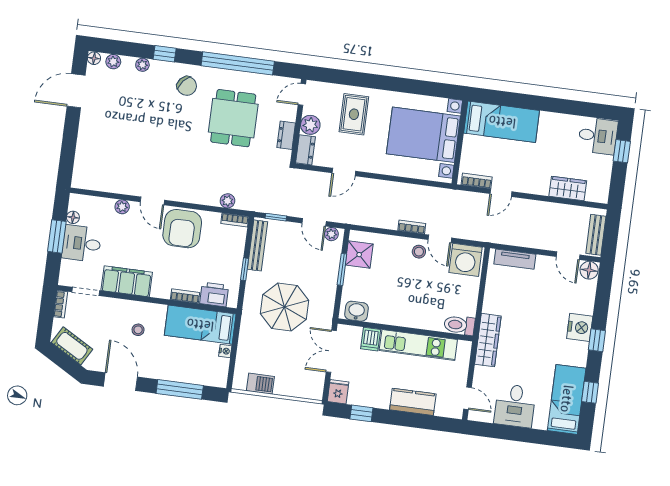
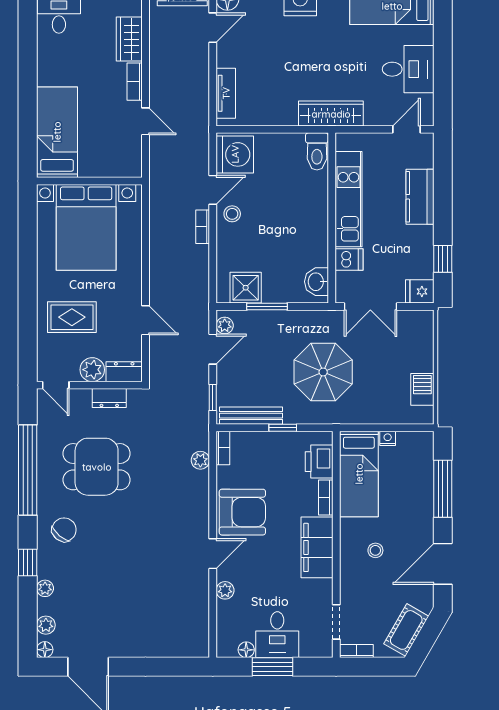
bookcase: (477, 181) -> (135, 82), moved
filing cabinet: (127, 281) -> (317, 547), moved

